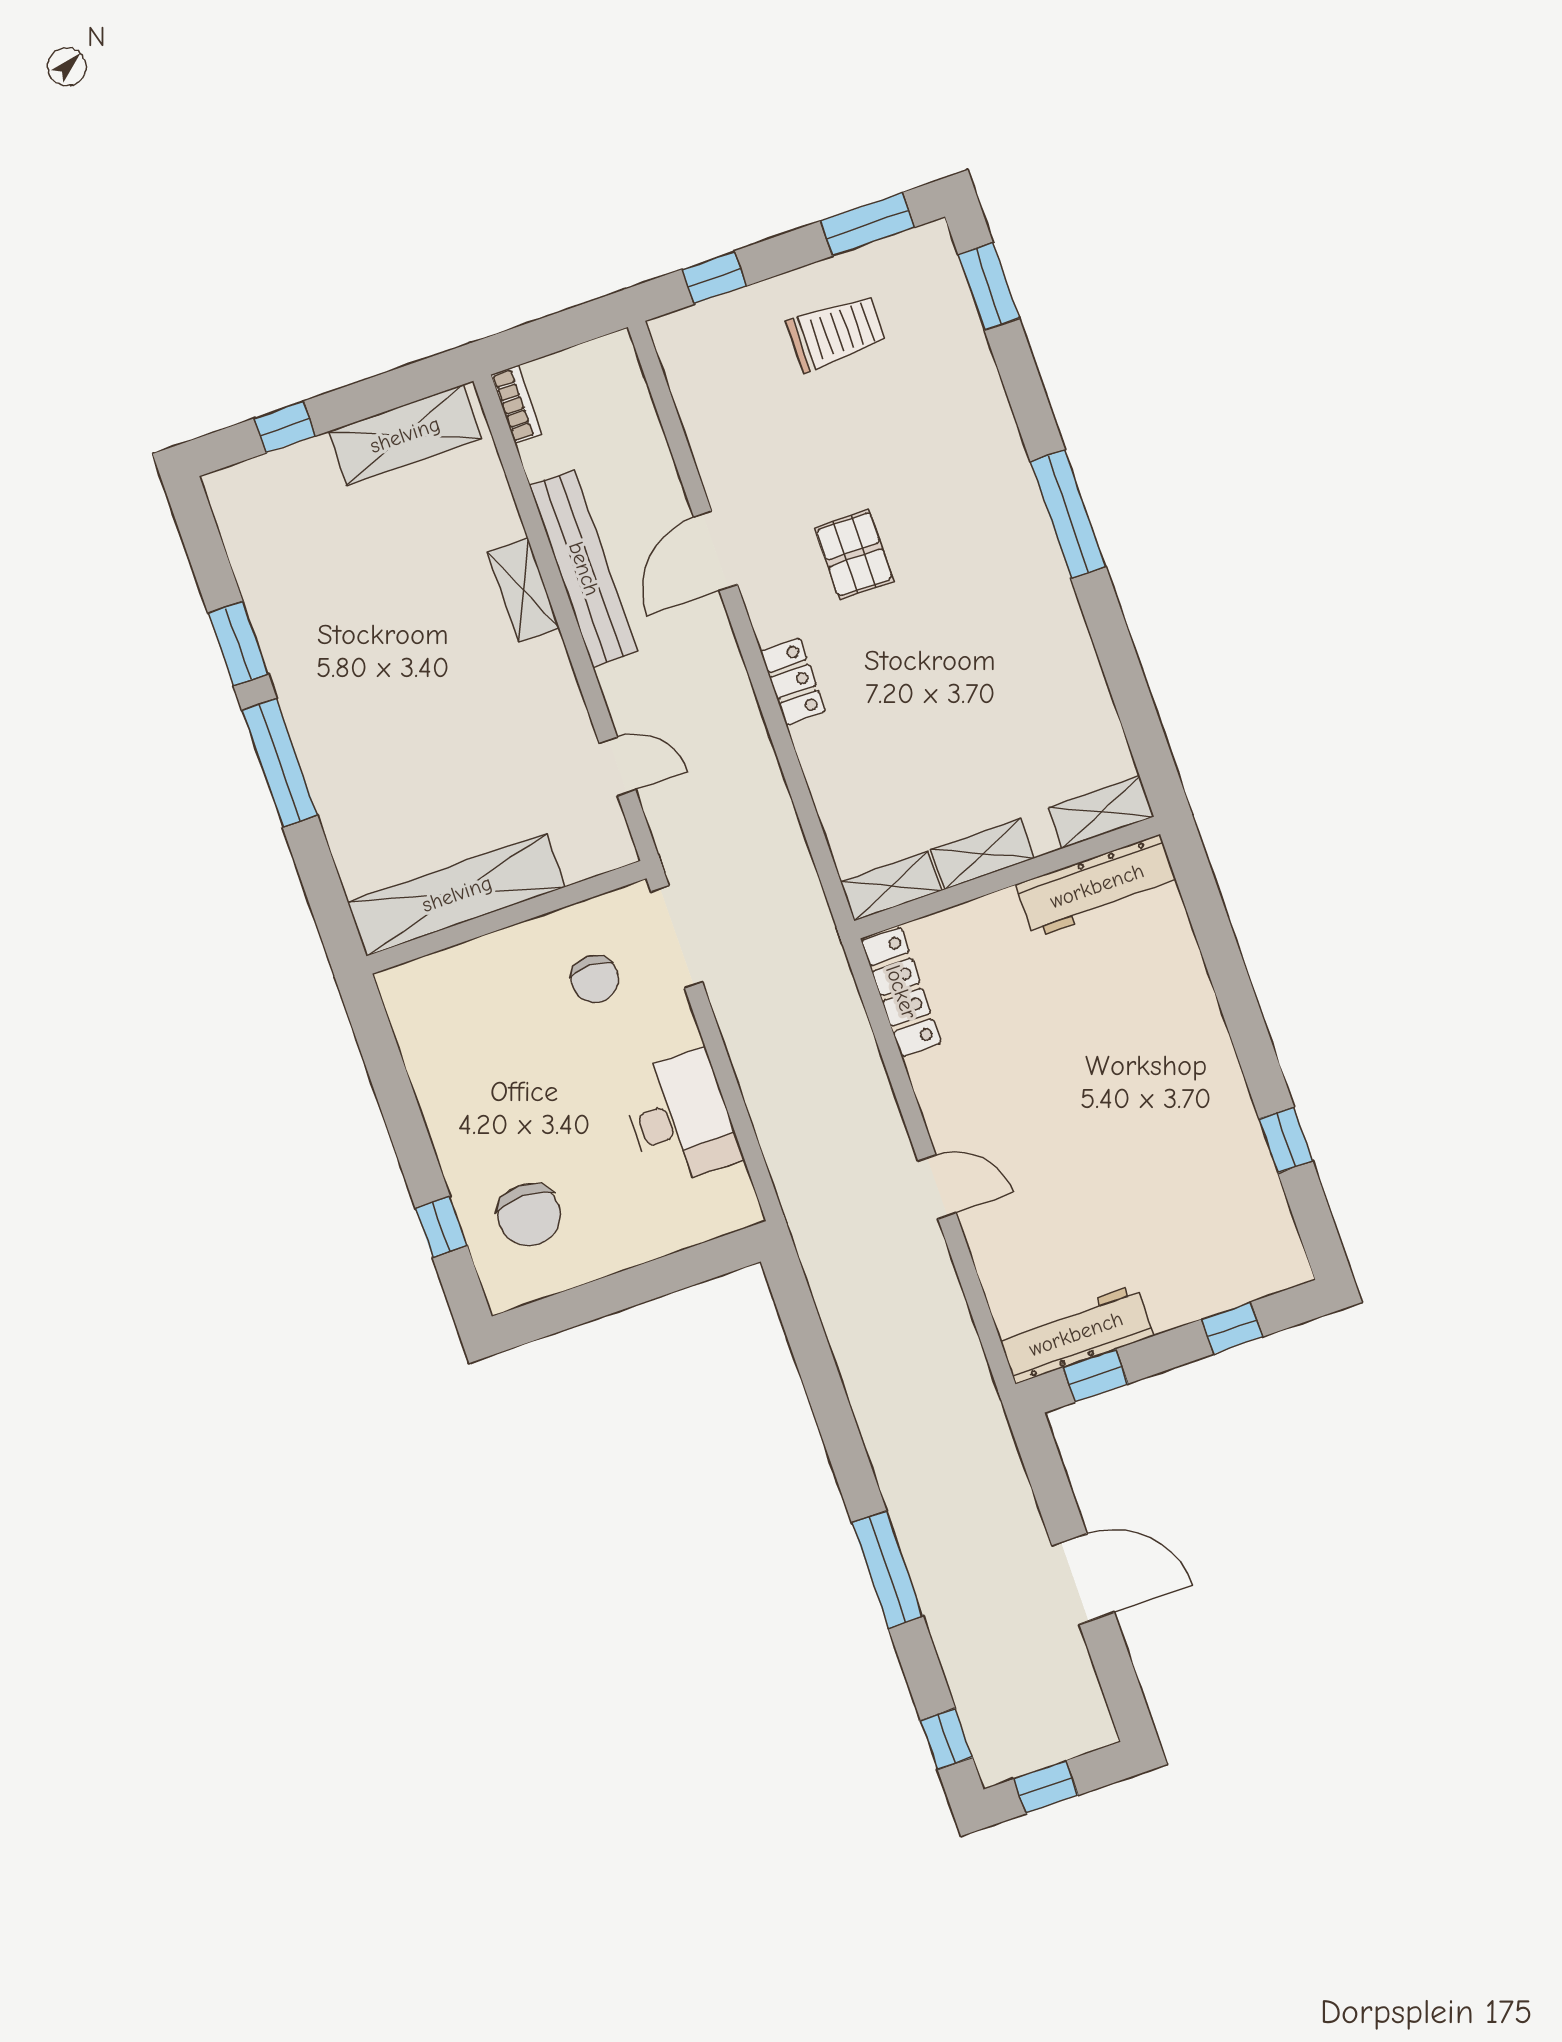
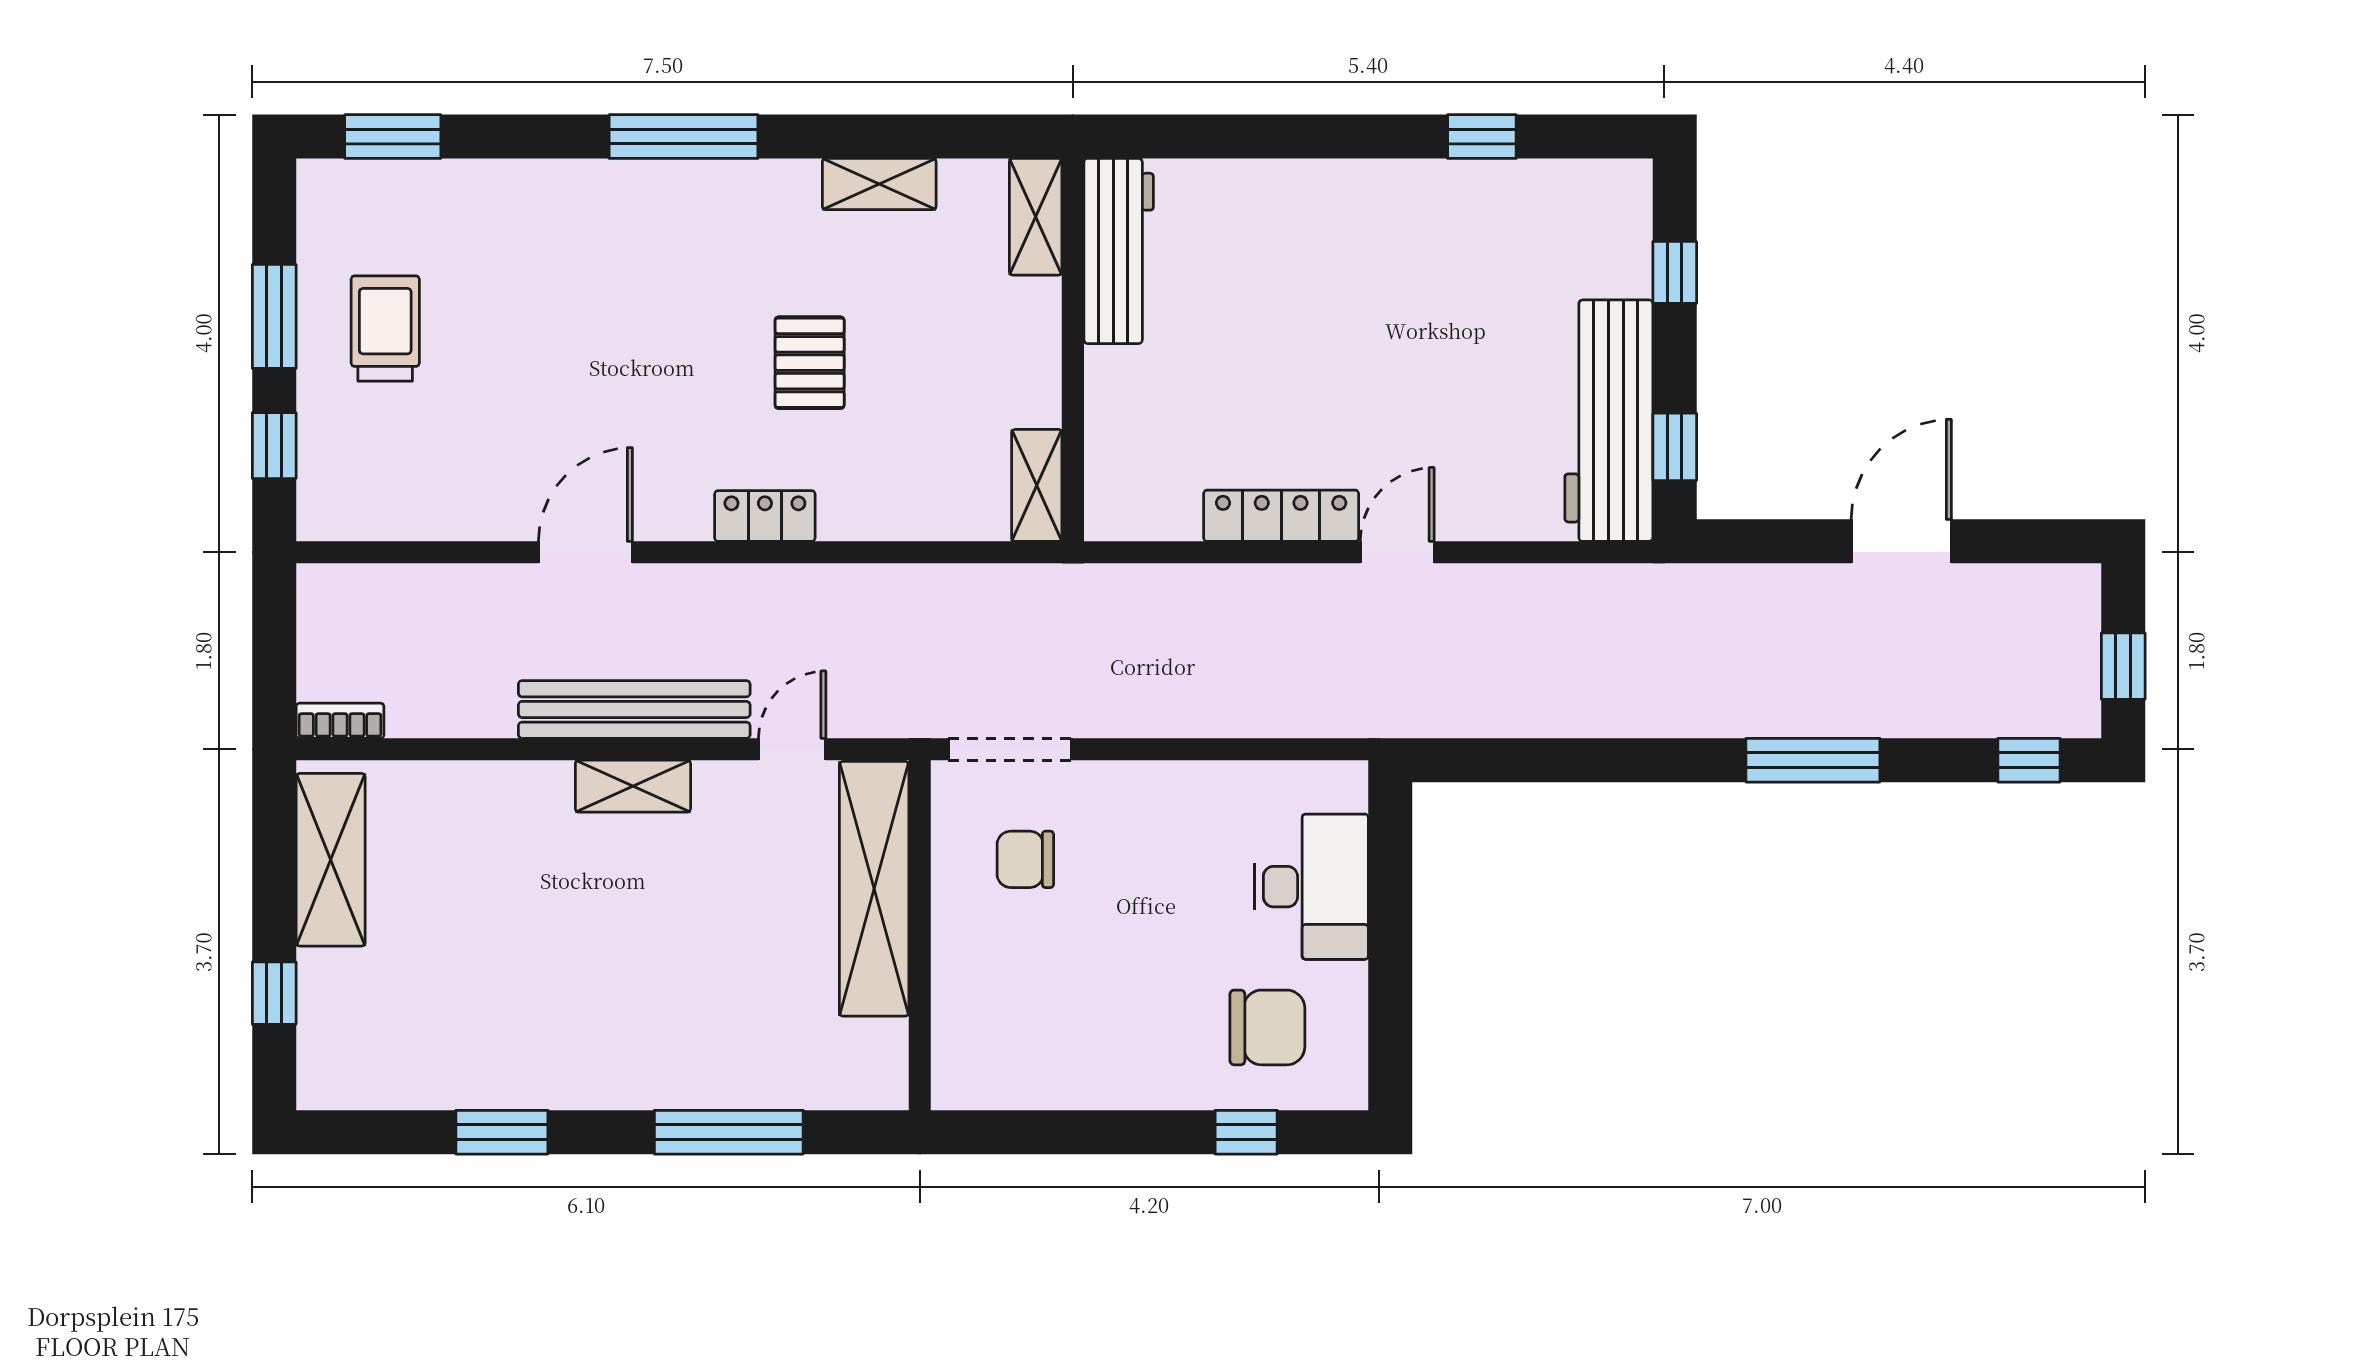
window: (867, 224) -> (274, 316), moved
door: (715, 551) -> (585, 552), swing flipped
pallet: (854, 554) -> (810, 363), moved, turned 90
bench: (584, 569) -> (634, 709), moved
shelving: (524, 590) -> (633, 786), moved
window: (280, 763) -> (729, 1132), moved
shelving: (983, 854) -> (879, 184), moved, turned 90
shelving: (457, 894) -> (874, 889), moved
chair: (595, 979) -> (1025, 859), turned 180
locker: (901, 992) -> (1281, 516), moved
desk: (680, 1118) -> (1311, 887), moved, turned 90
workbench: (1076, 1334) -> (1609, 421), width x1.36, depth x1.32

